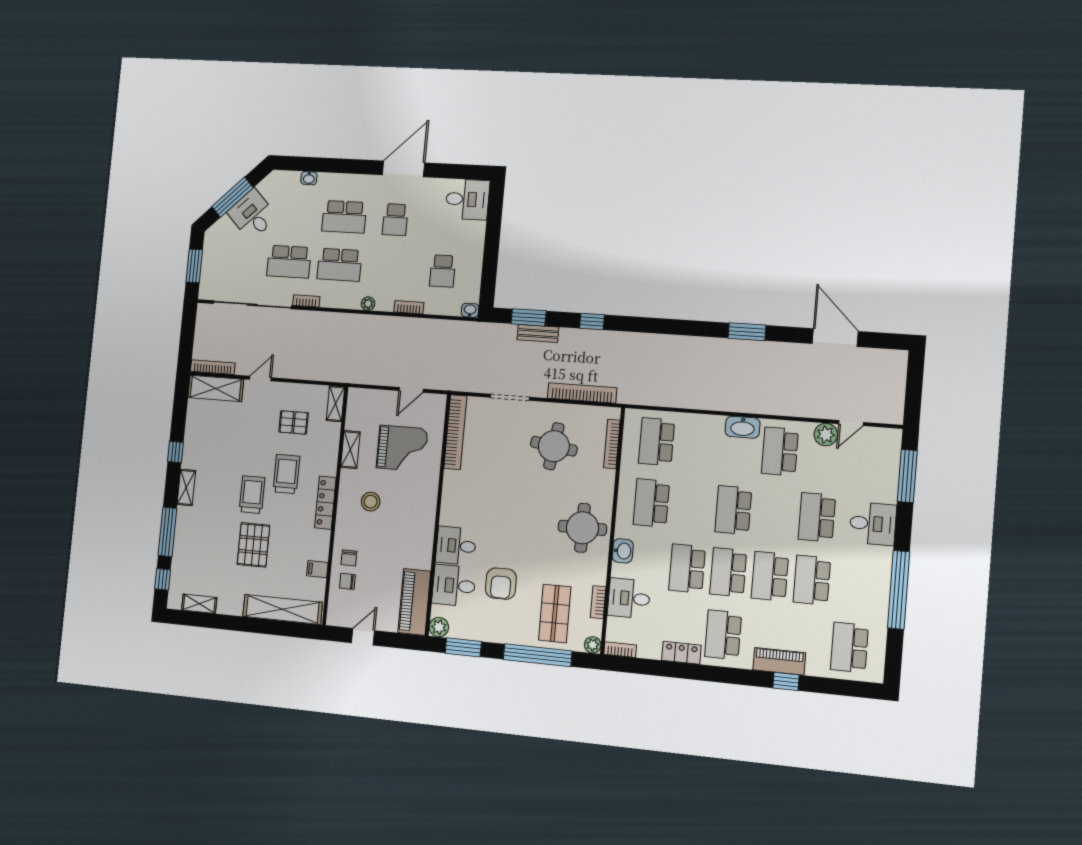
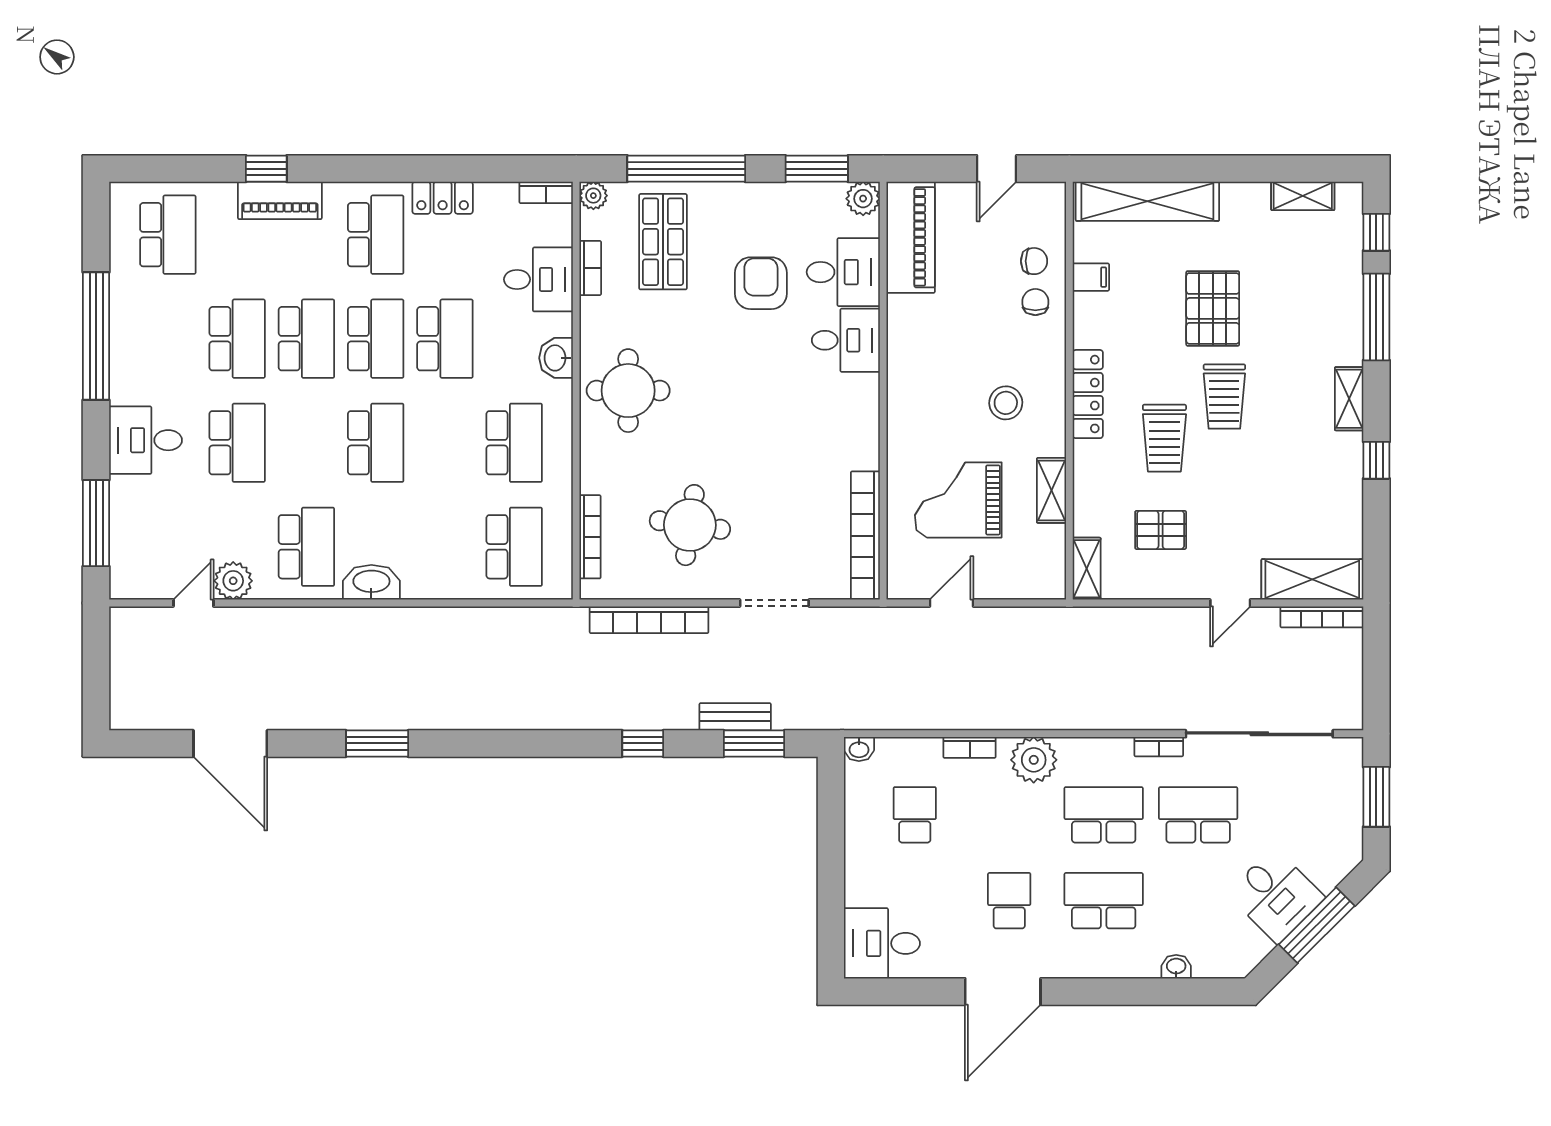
plant: (368, 304) -> (1034, 760), width x1.88, depth x1.88

